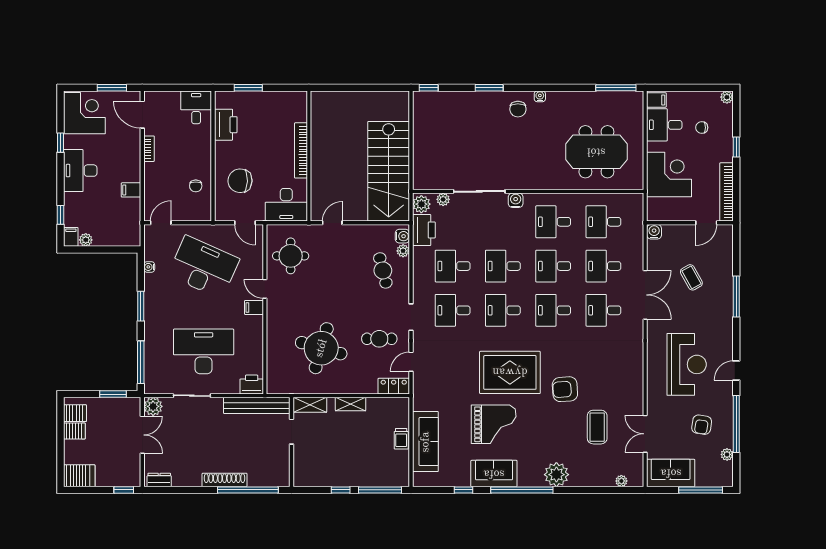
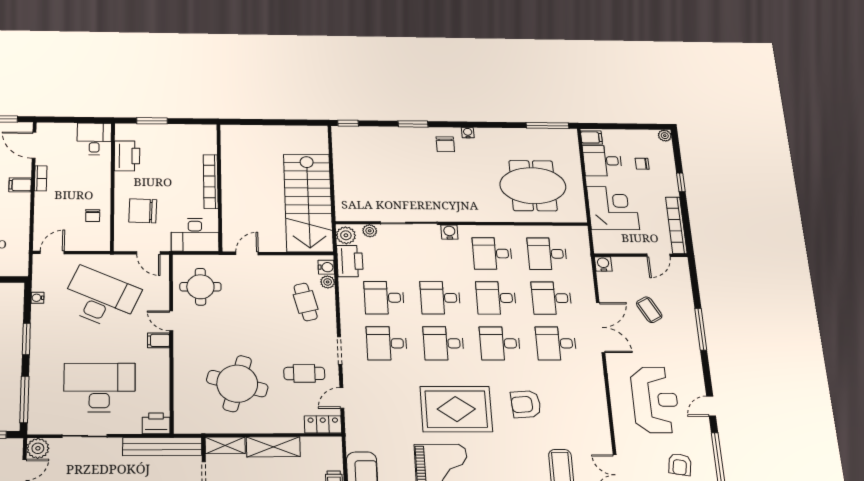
filing cabinet: (131, 190) -> (20, 185), moved
armchair: (565, 389) -> (526, 404), moved
shelving: (351, 404) -> (273, 447), width x1.50, depth x1.33

